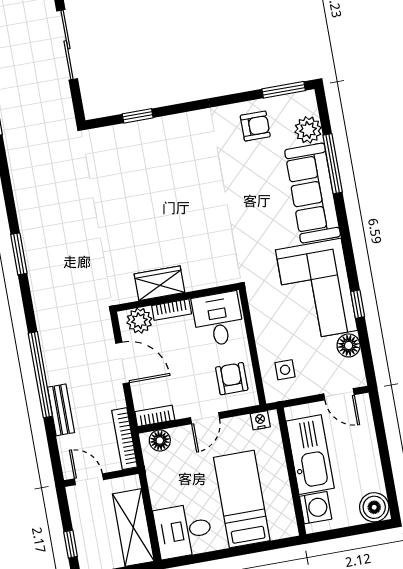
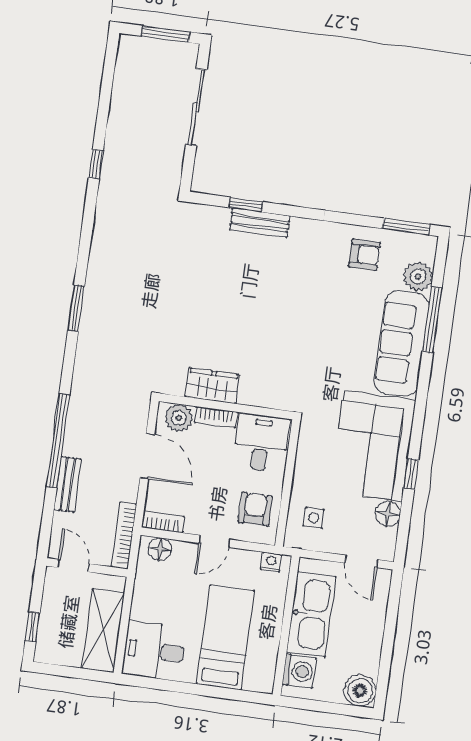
bench: (155, 128) -> (260, 223), added

